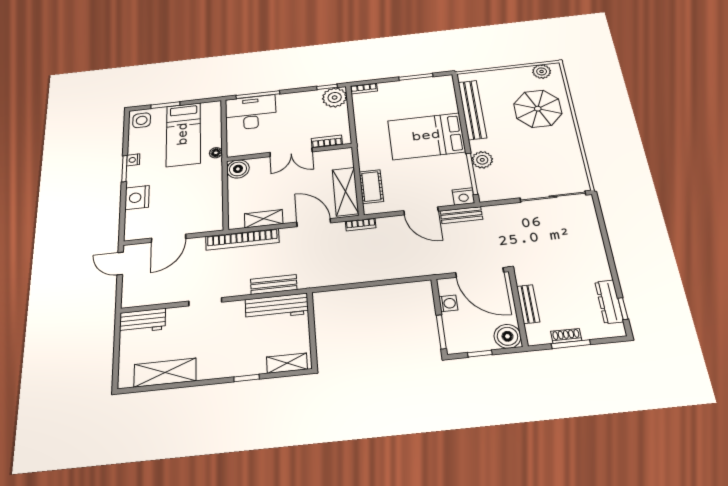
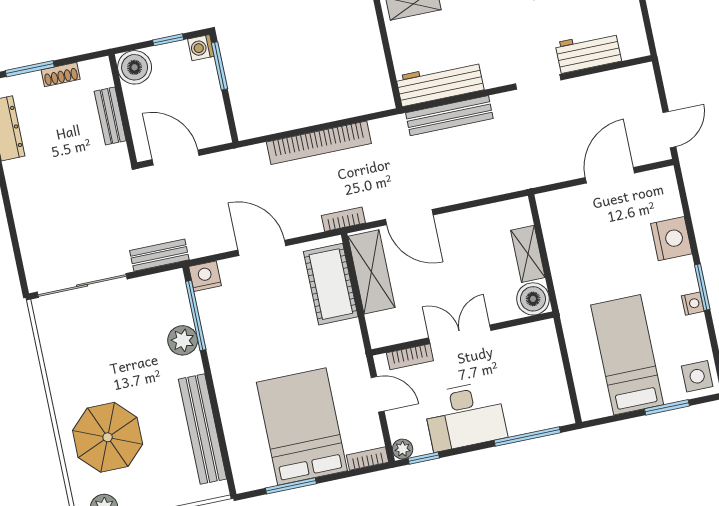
plant: (335, 98) -> (403, 449), width x0.53, depth x0.53
desk: (251, 113) -> (465, 416), moved
door: (352, 122) -> (378, 394), added
bed: (426, 136) -> (302, 427), moved, turned -90
floor lamp: (216, 153) -> (571, 325), removed
cot: (371, 187) -> (331, 284), width x1.37, depth x1.34
bench: (461, 215) -> (159, 255), moved
shelving: (264, 219) -> (528, 254), moved, turned 90
bookcase: (242, 239) -> (319, 143), moved, turned 180
door: (120, 264) -> (669, 130), hinge flipped
door: (480, 272) -> (176, 158), width x0.73
bench: (274, 284) -> (449, 116), width x1.36
washing machine: (448, 303) -> (201, 48), moved
workbench: (143, 321) -> (588, 52), moved
window: (571, 344) -> (30, 69), moved

